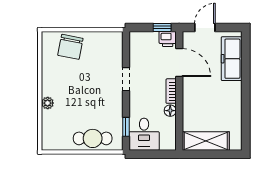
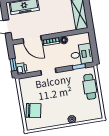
window: (162, 27) -> (13, 65), moved
printer: (168, 39) -> (21, 68), moved
door: (179, 63) -> (32, 39), swing flipped

